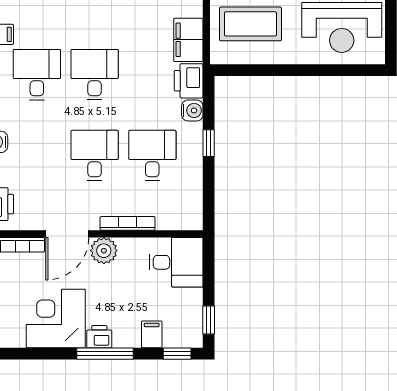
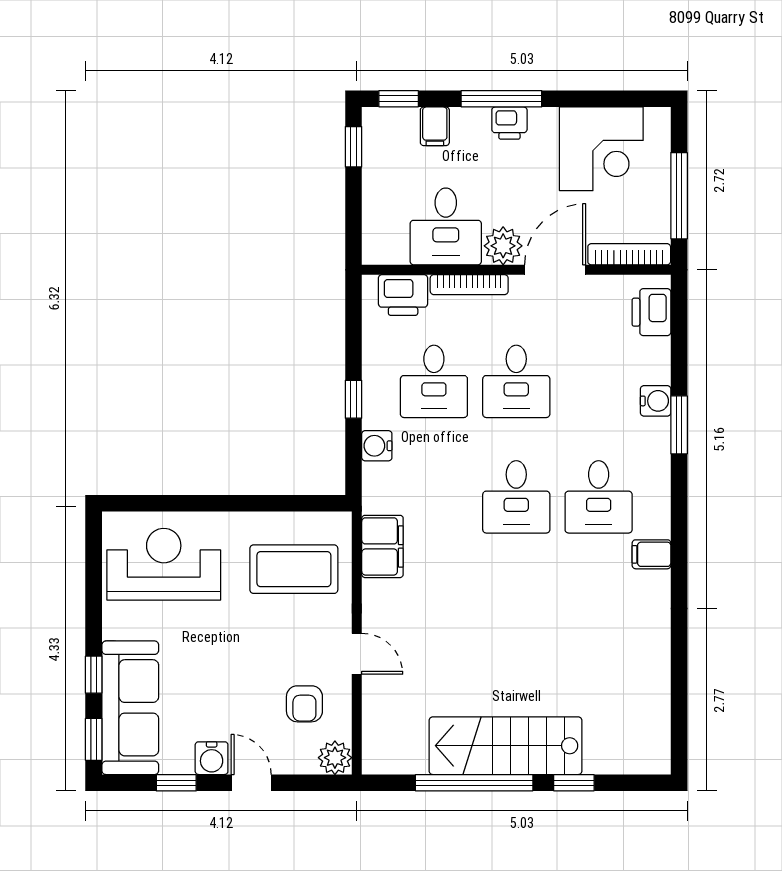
printer: (189, 81) -> (403, 295), moved, turned 90
desk: (176, 262) -> (446, 226), moved, turned -90
corner desk: (56, 319) -> (601, 149), moved

